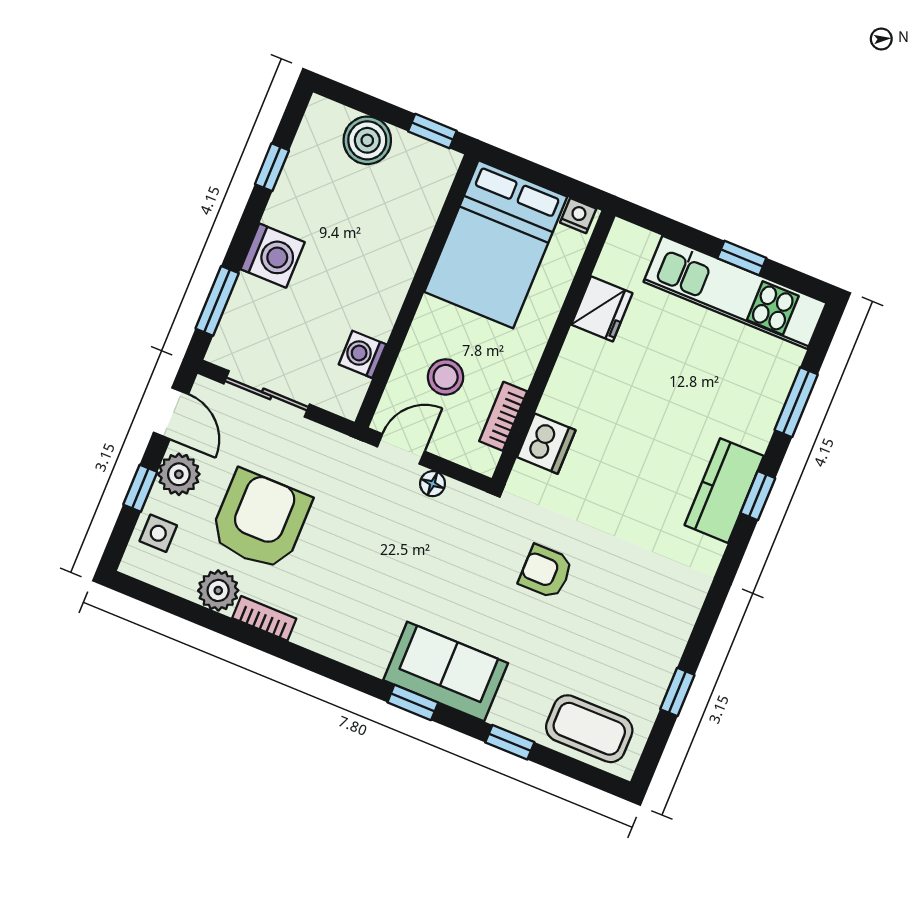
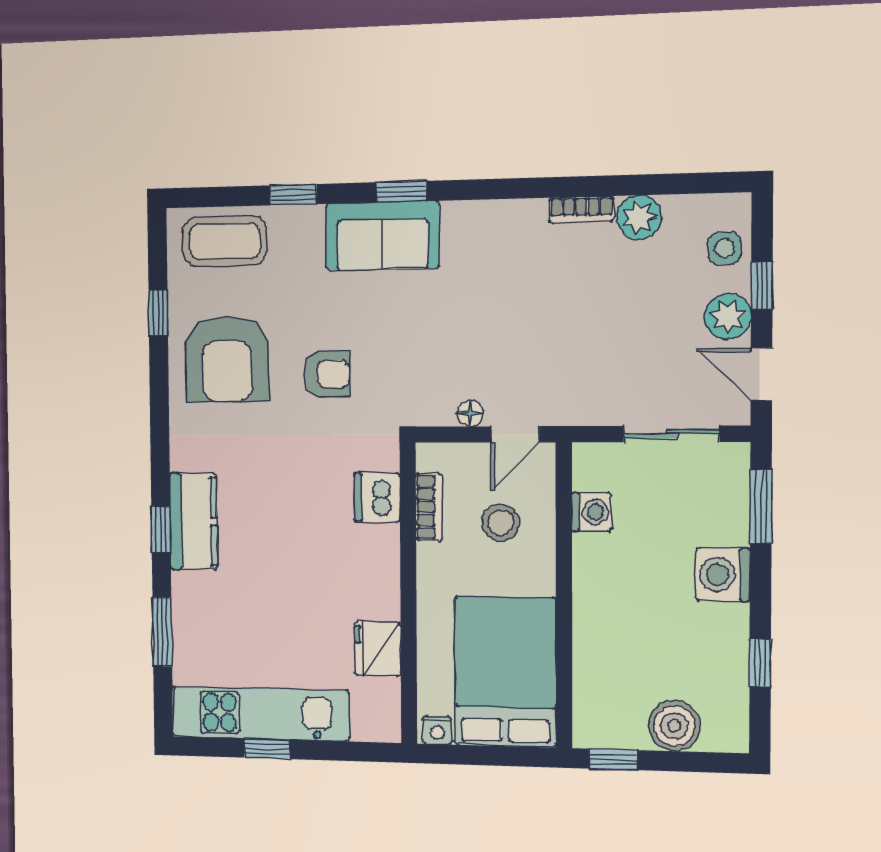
armchair: (260, 520) -> (227, 359), moved

